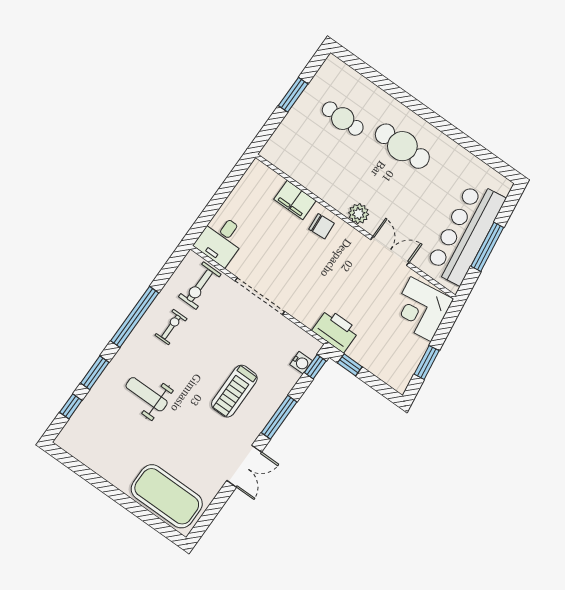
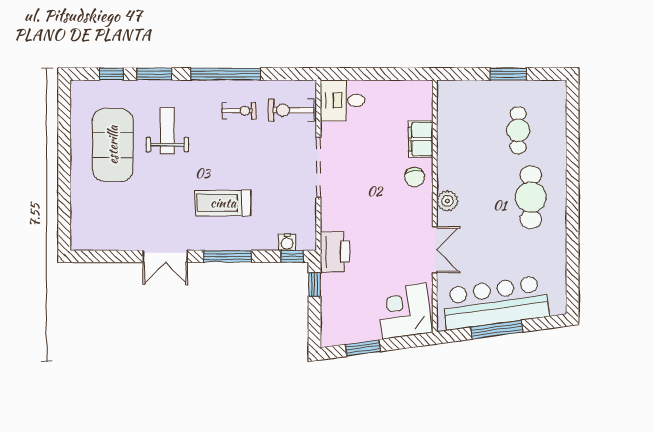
exercise mat: (167, 496) -> (113, 145), moved

